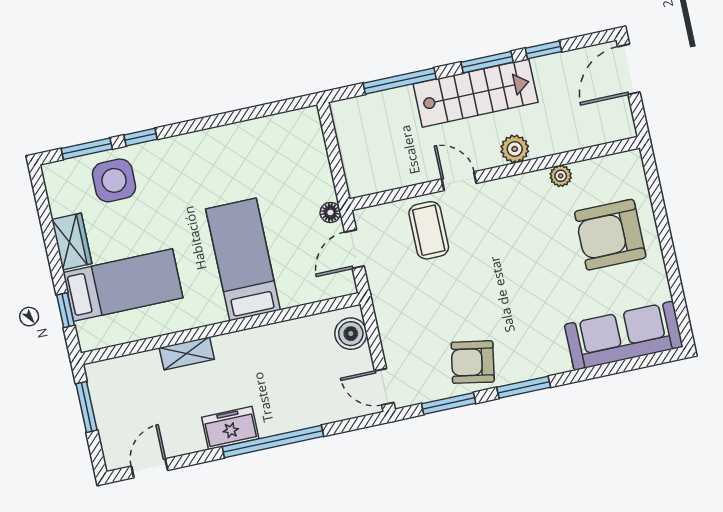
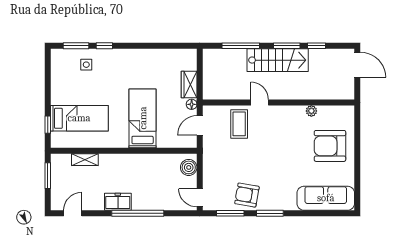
door: (629, 69) -> (357, 65), swing flipped
plant: (515, 149) -> (291, 92), removed
side table: (114, 180) -> (86, 65), width x0.54, depth x0.54
wardrobe: (72, 242) -> (189, 85), moved, turned 180
shelving: (187, 353) -> (85, 160), moved

